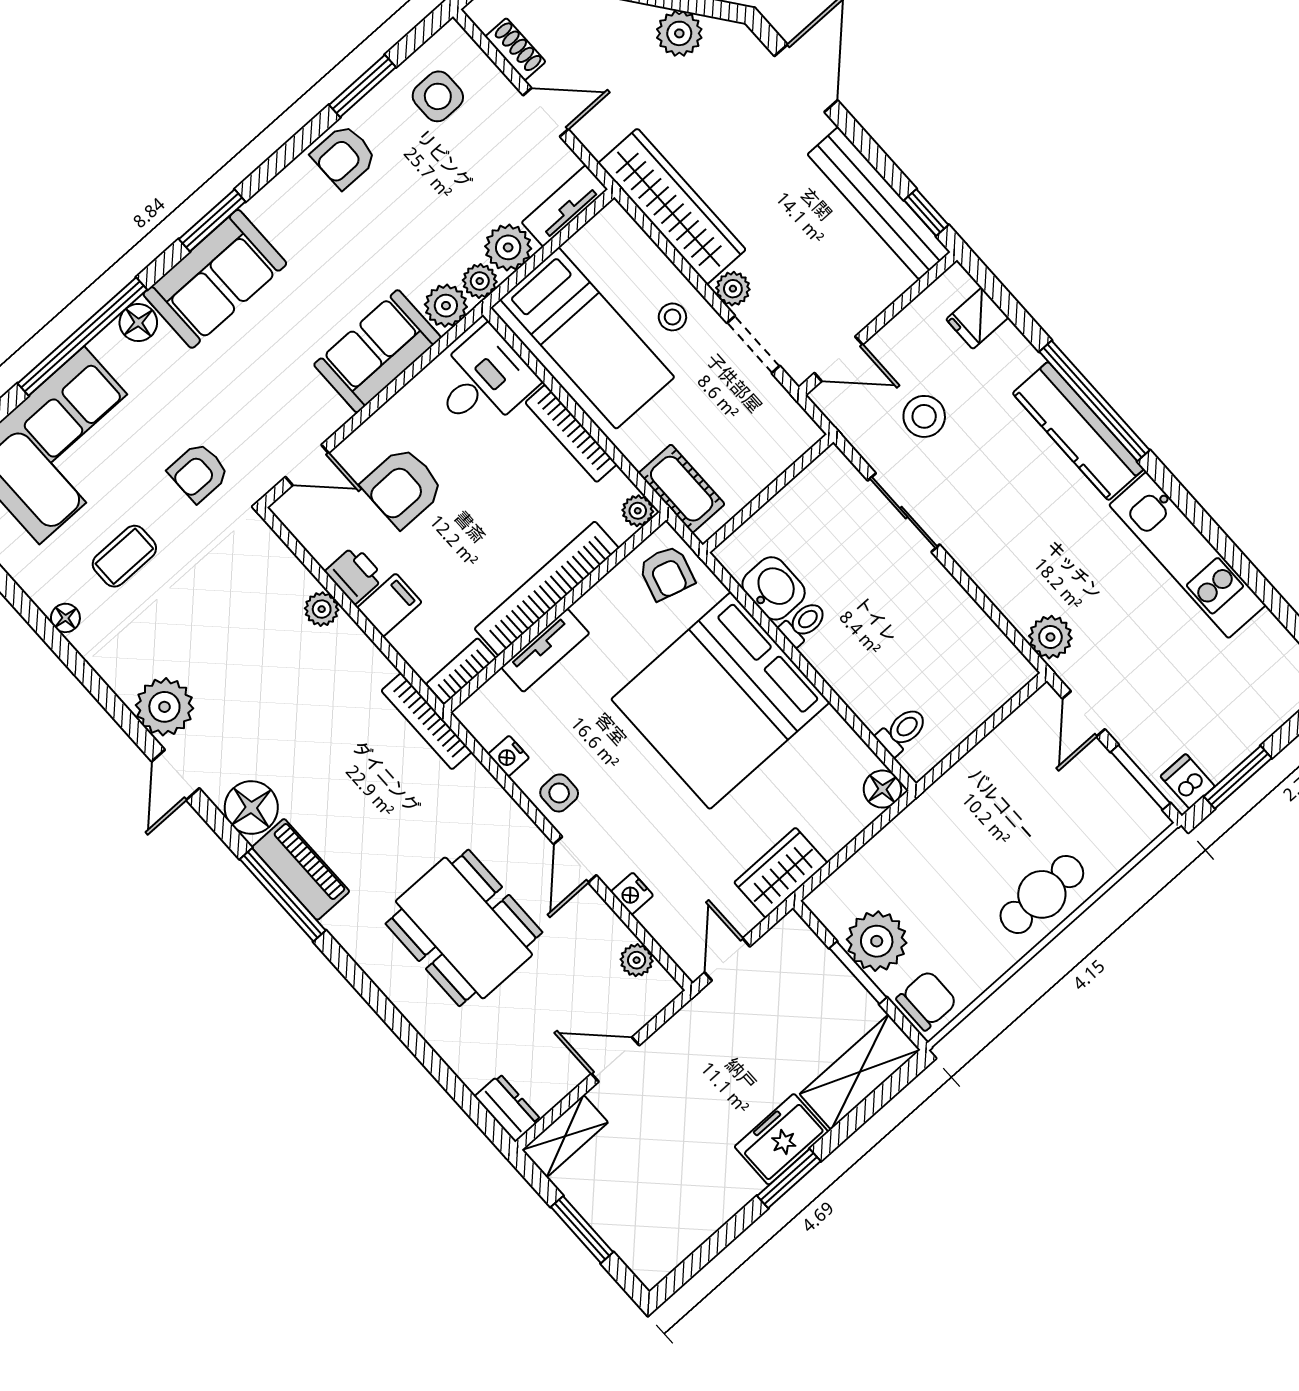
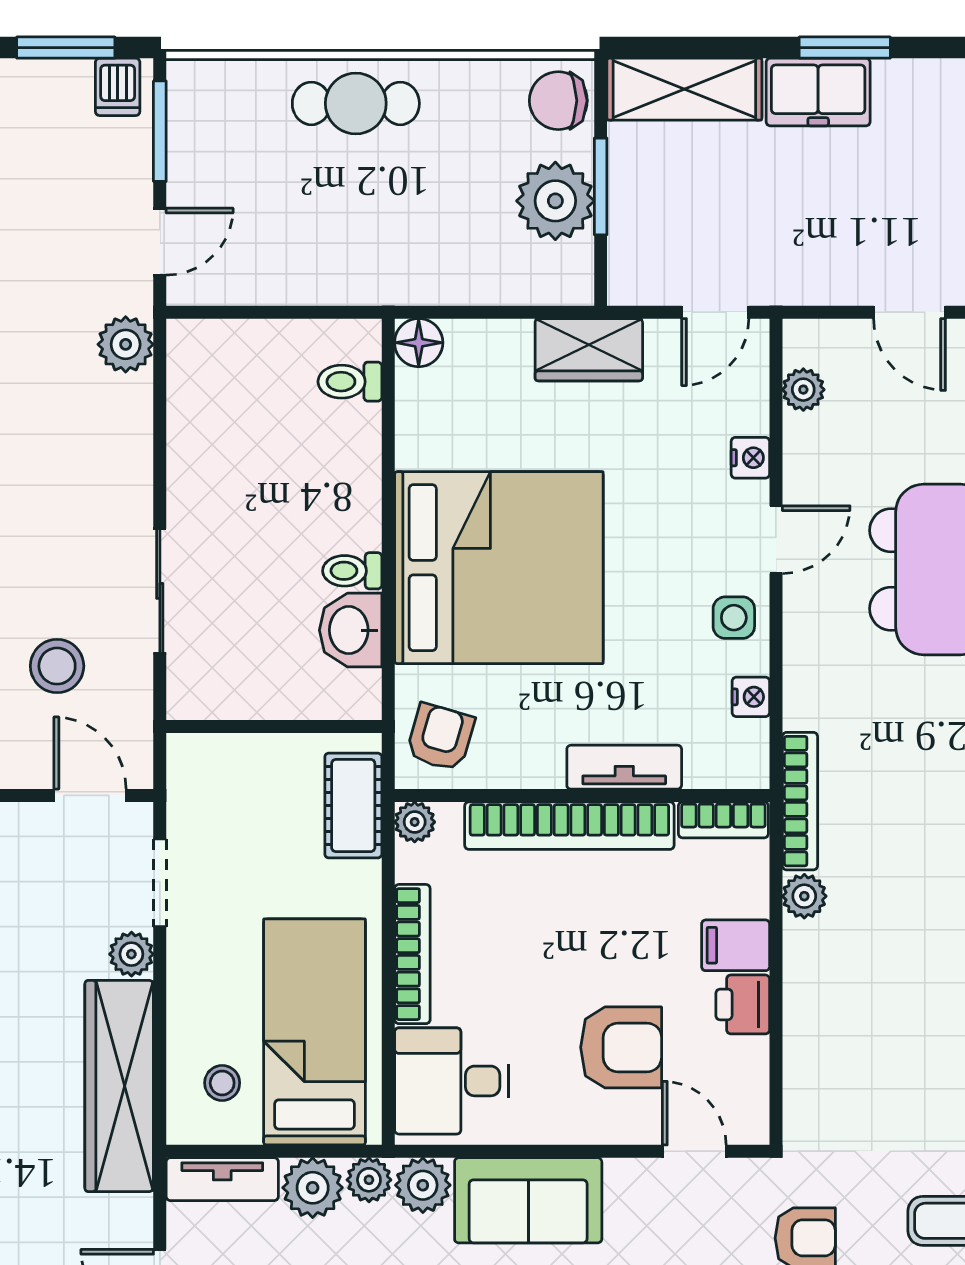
stool: (672, 317) -> (222, 1083), moved
plant: (322, 609) -> (804, 896), moved

